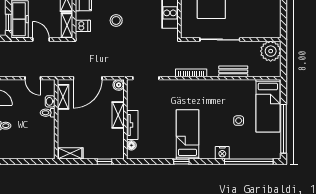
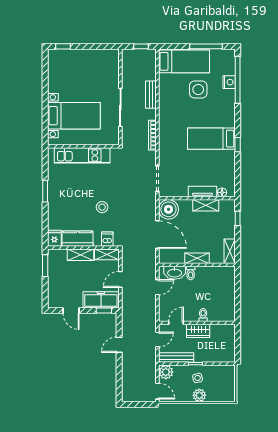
plant: (271, 51) -> (131, 59), removed
window: (284, 61) -> (141, 46), added
boiler: (119, 85) -> (168, 209), width x1.86, depth x1.86
shelving: (63, 97) -> (197, 258), moved
washbasin: (50, 101) -> (175, 273), width x1.91, depth x1.45
shelving: (118, 115) -> (206, 205), moved
side table: (239, 121) -> (198, 89), width x1.87, depth x1.87
window: (284, 129) -> (206, 46), width x0.68
nightstand: (222, 153) -> (229, 82), moved

